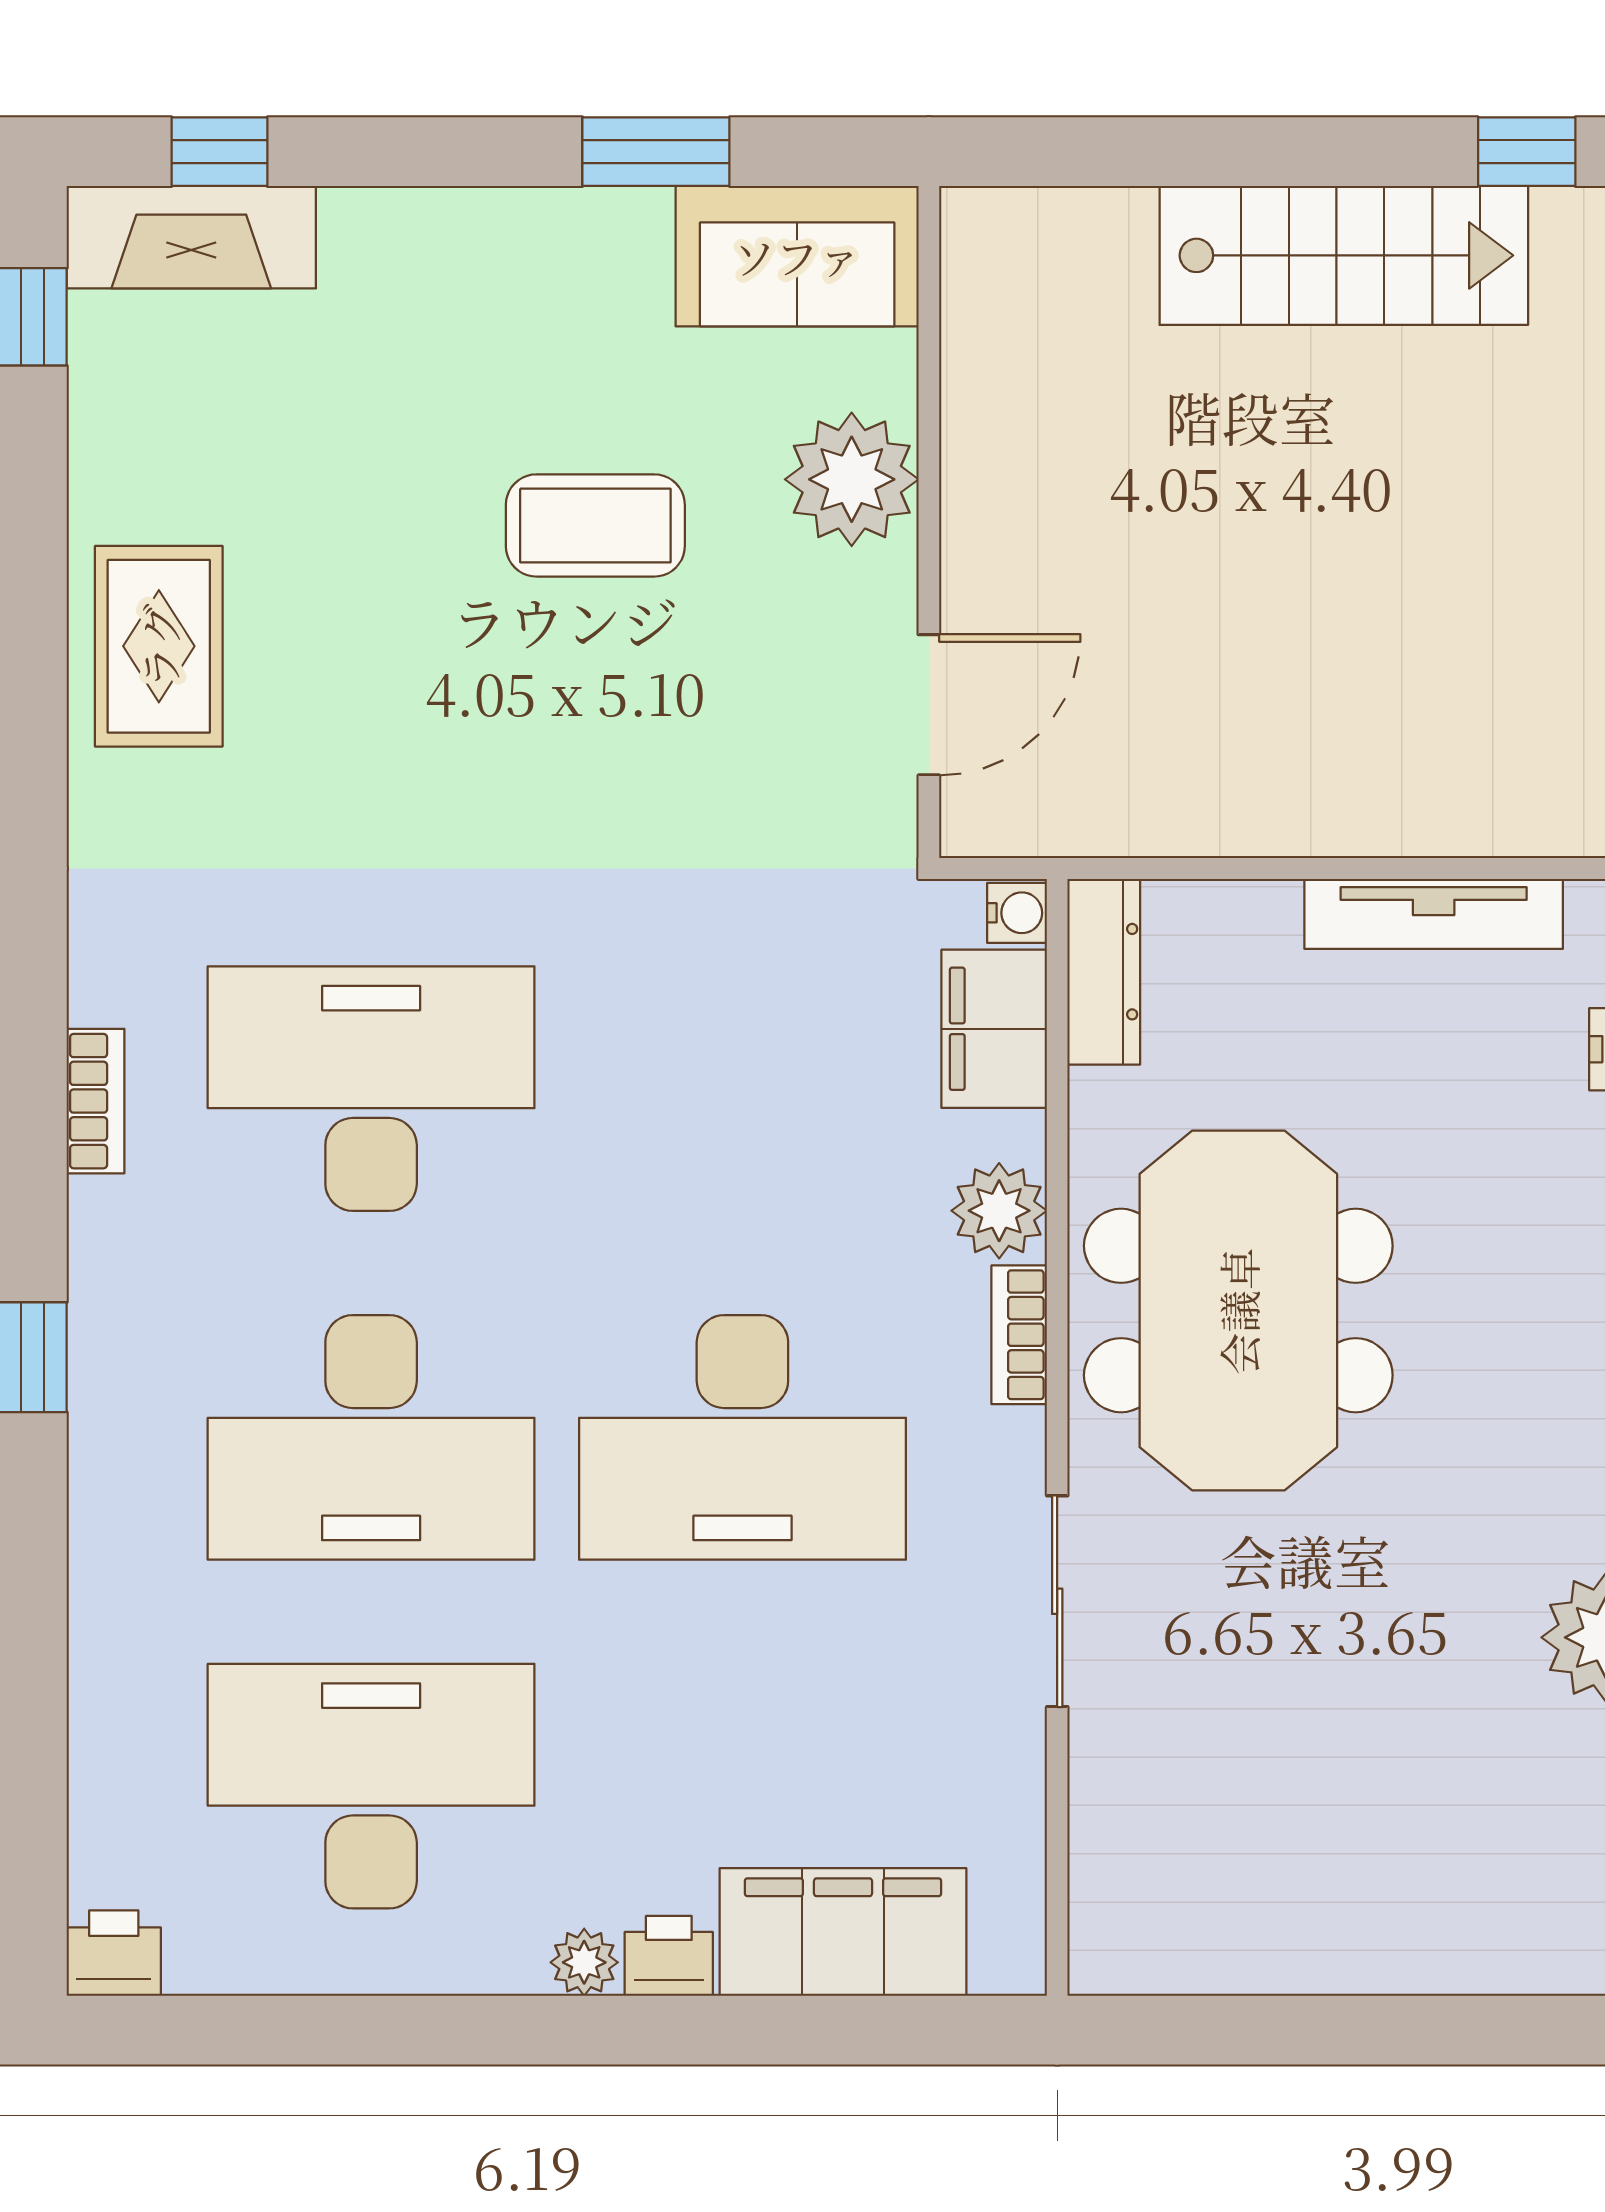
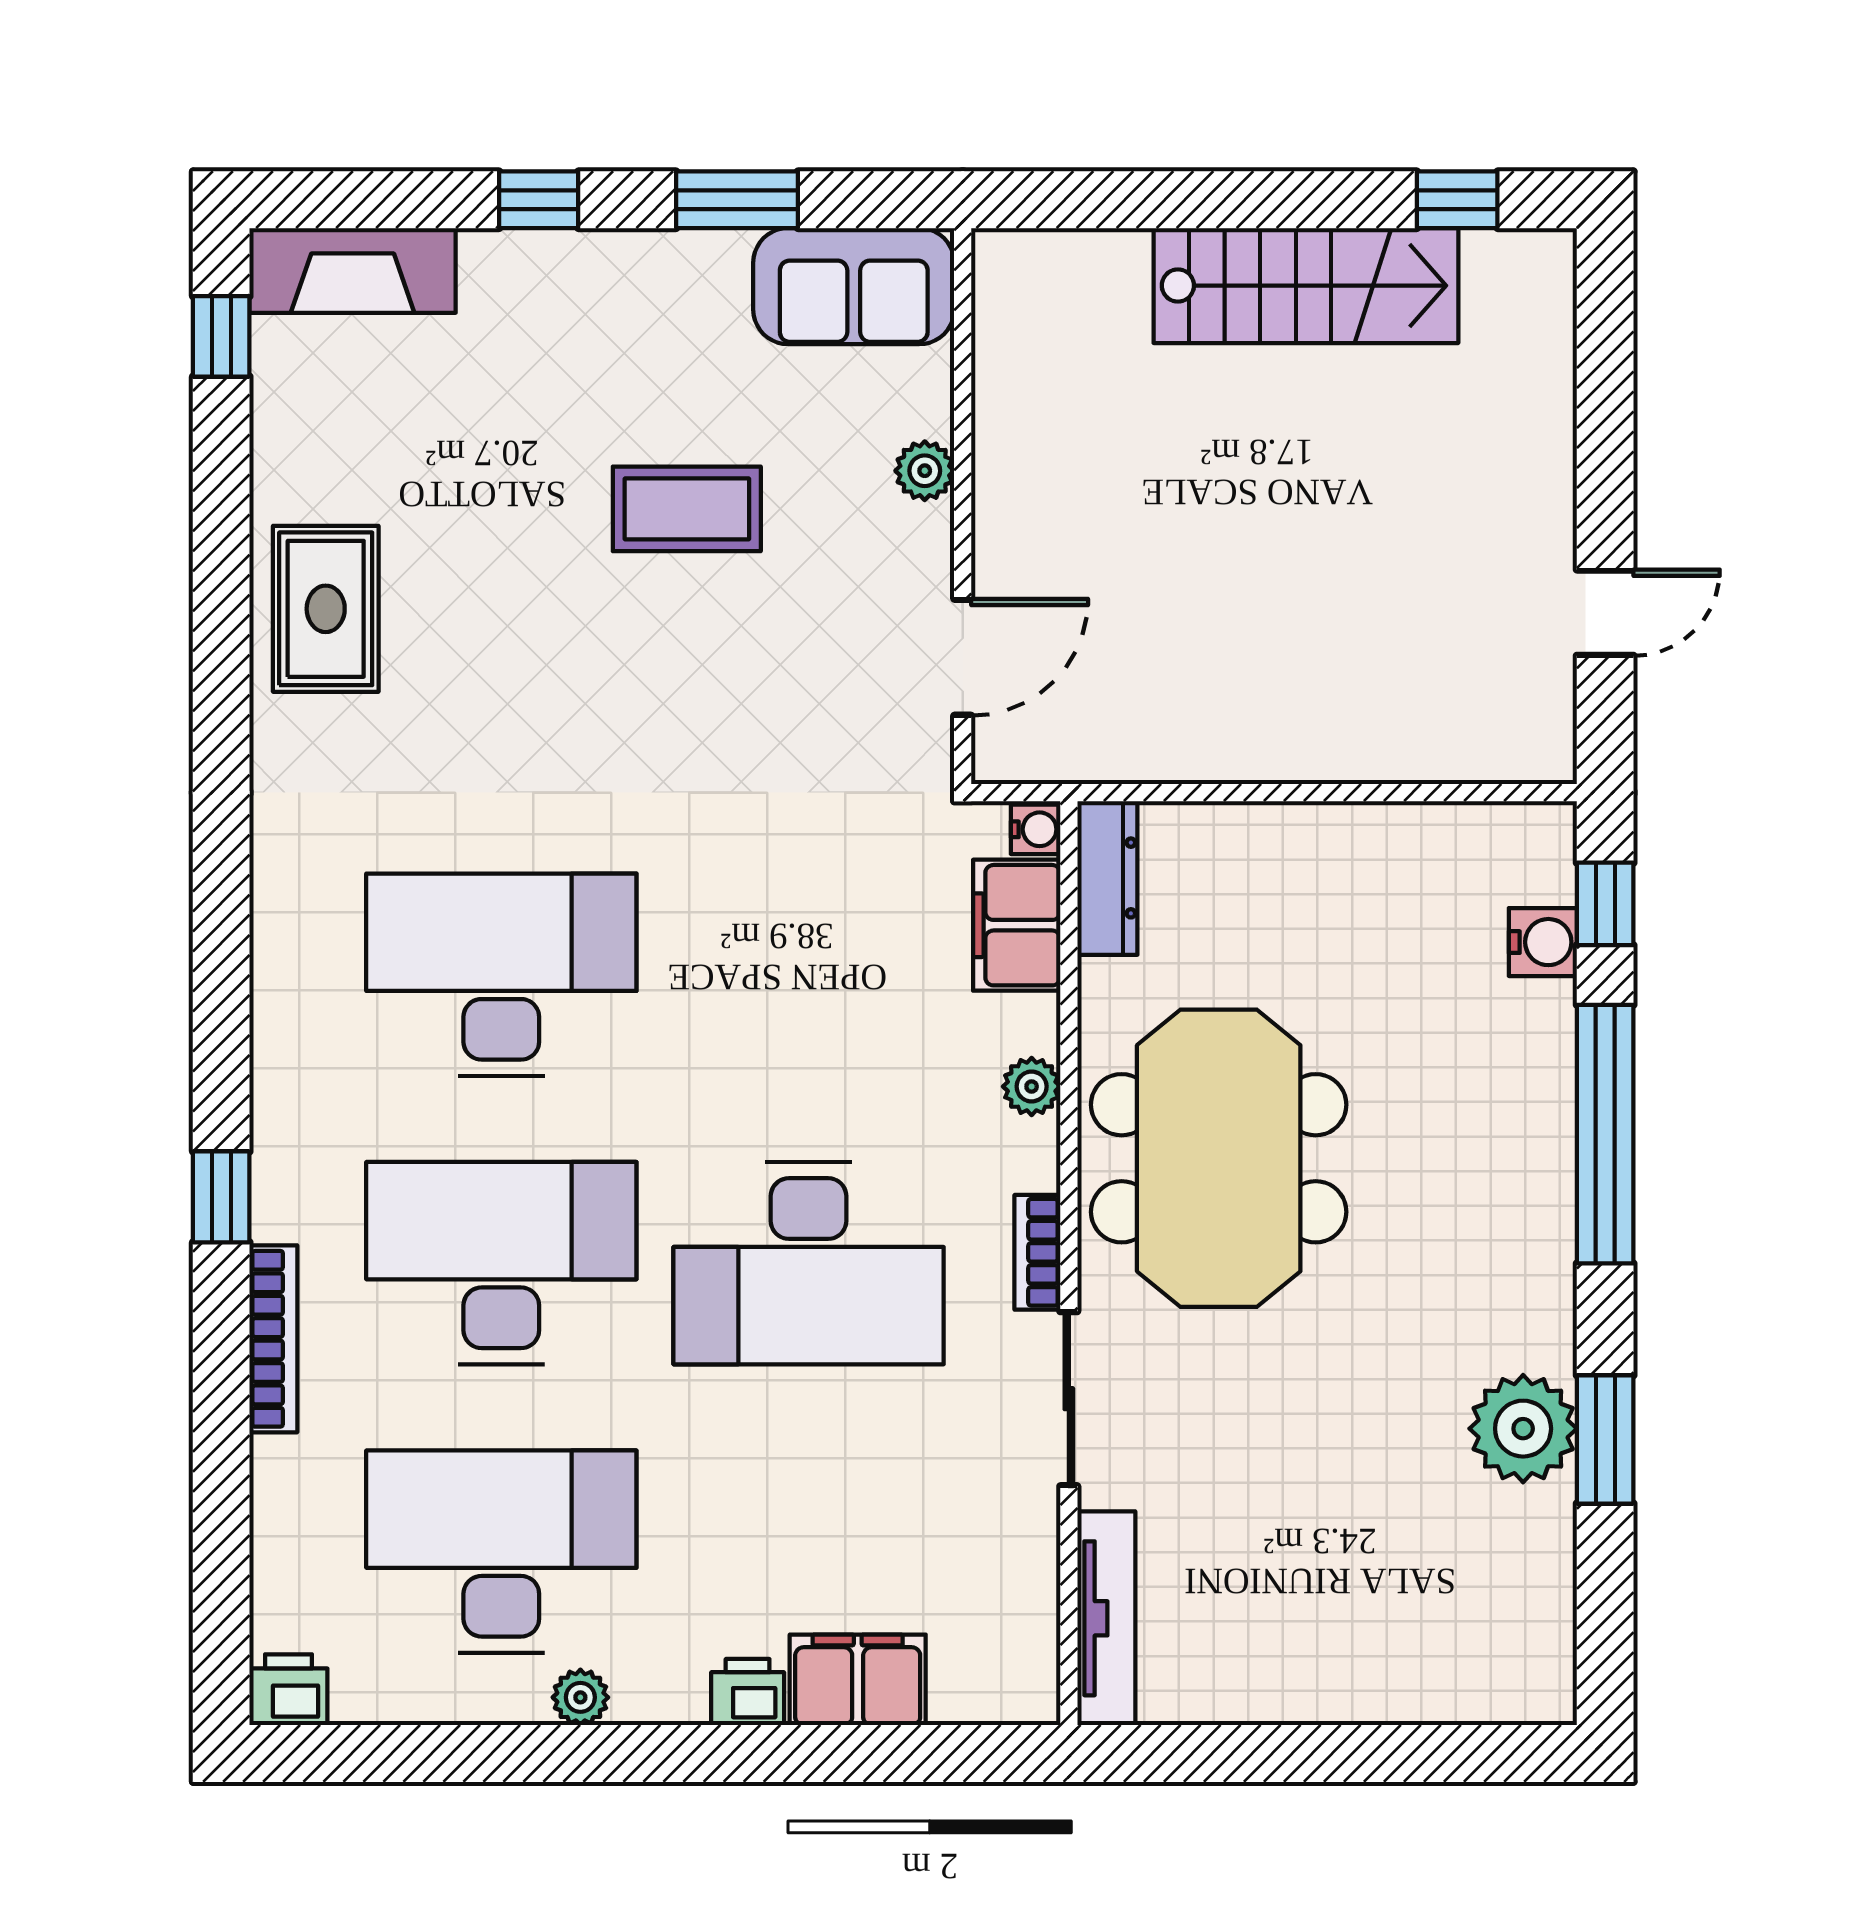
window: (219, 152) -> (539, 200), moved
plant: (852, 479) -> (925, 471), width x0.53, depth x0.53
tv unit: (1434, 914) -> (1106, 1618), moved, turned -90
bookcase: (96, 1101) -> (273, 1339), moved, width x1.56
plant: (999, 1211) -> (1032, 1086), width x0.73, depth x0.73
bookcase: (1019, 1335) -> (1037, 1252), moved
desk: (371, 1437) -> (501, 1263), turned 180
filing cabinet: (843, 1932) -> (858, 1680), width x0.67, depth x0.86
plant: (584, 1962) -> (580, 1697), moved

